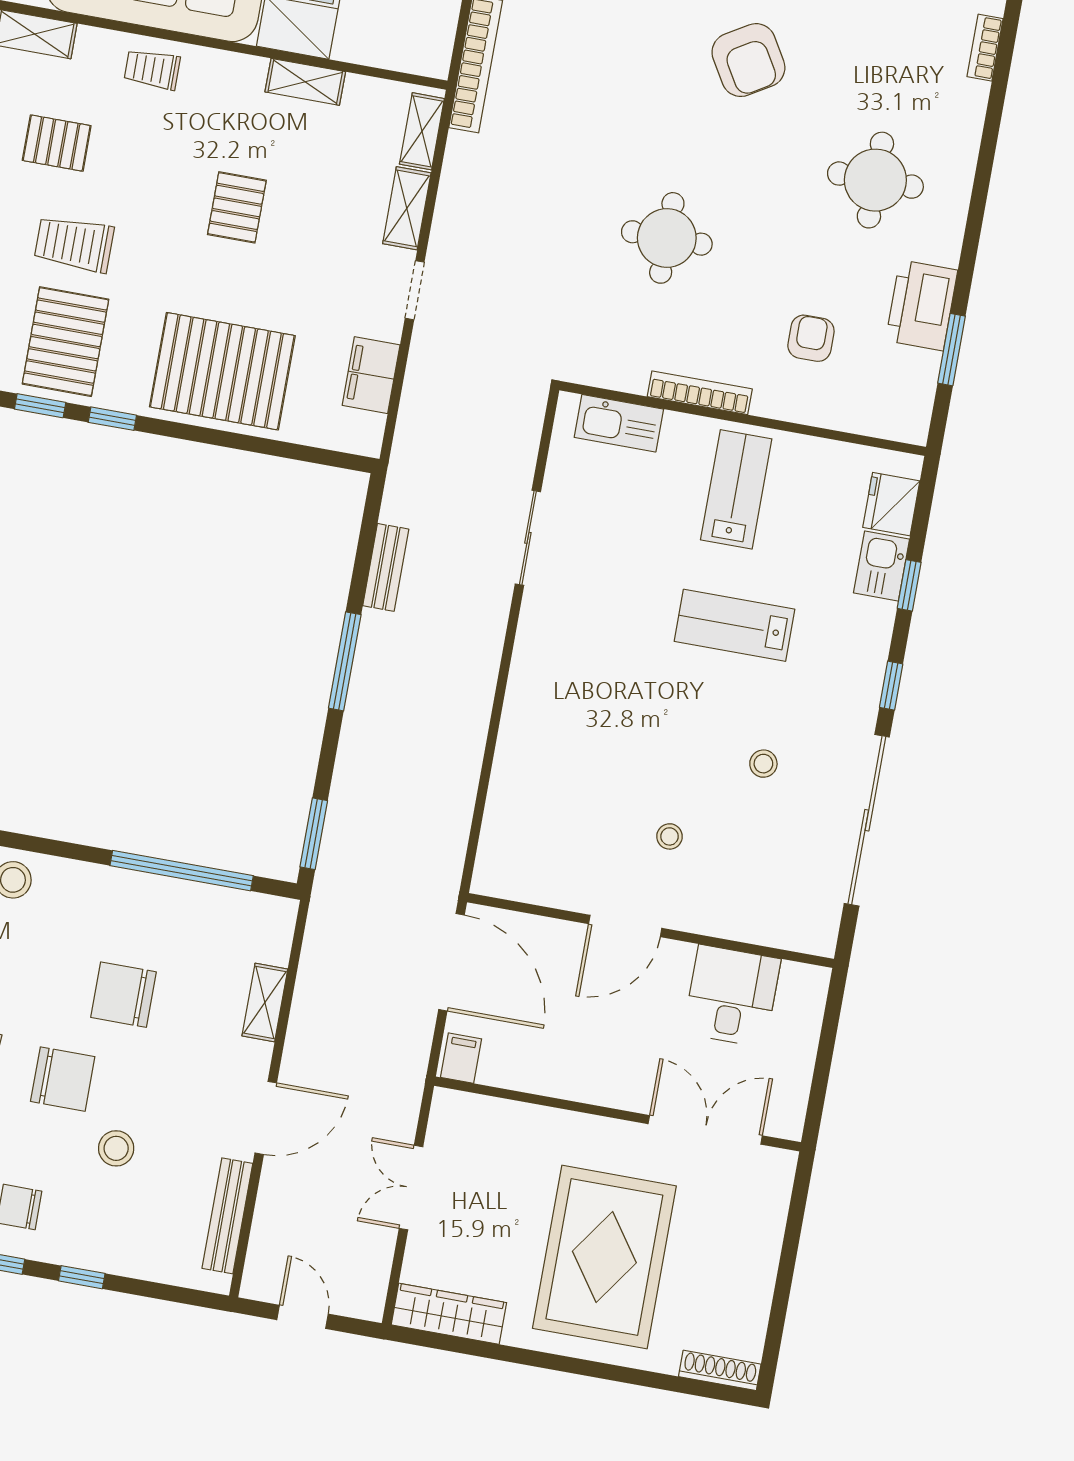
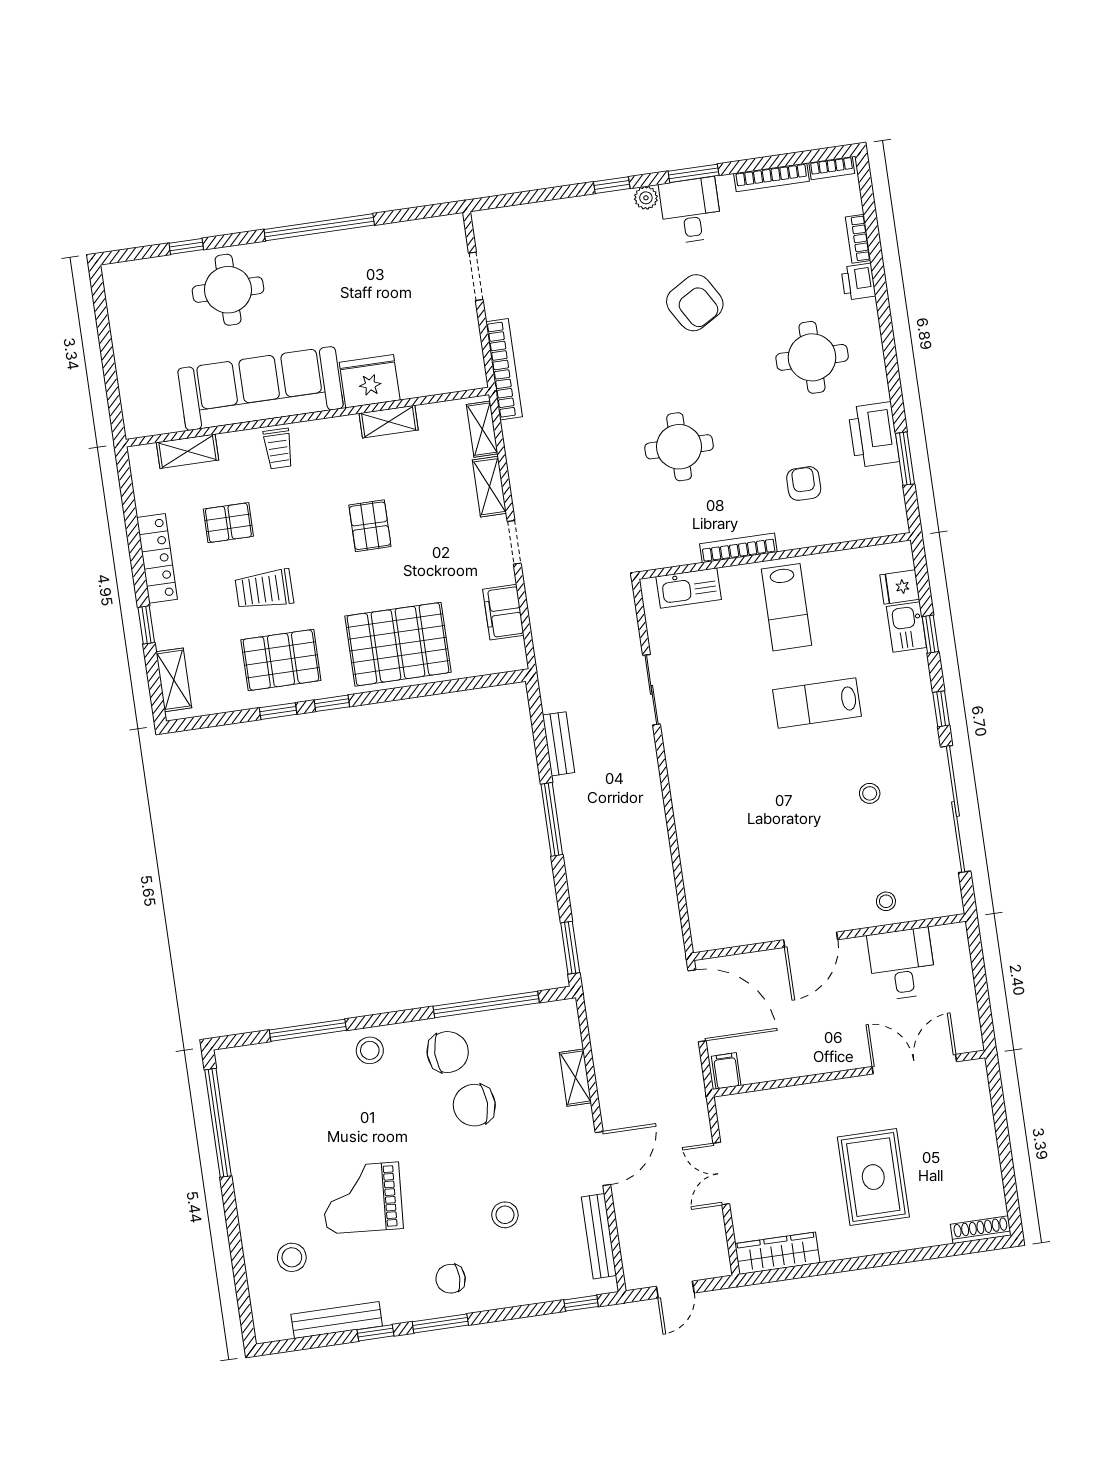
trolley: (152, 69) -> (278, 449), turned -90
printer: (967, 103) -> (858, 282), added
pallet: (65, 342) -> (281, 660), turned 90
lab bench: (736, 489) -> (787, 607), turned 180
fridge: (891, 504) -> (900, 587), width x0.72
stool: (669, 836) -> (886, 901), moved
chair: (63, 1079) -> (448, 1052), moved
rug: (604, 1257) -> (873, 1177), width x0.73, depth x0.69
window: (82, 1277) -> (581, 1303), moved
door: (302, 1317) -> (675, 1290), swing flipped

